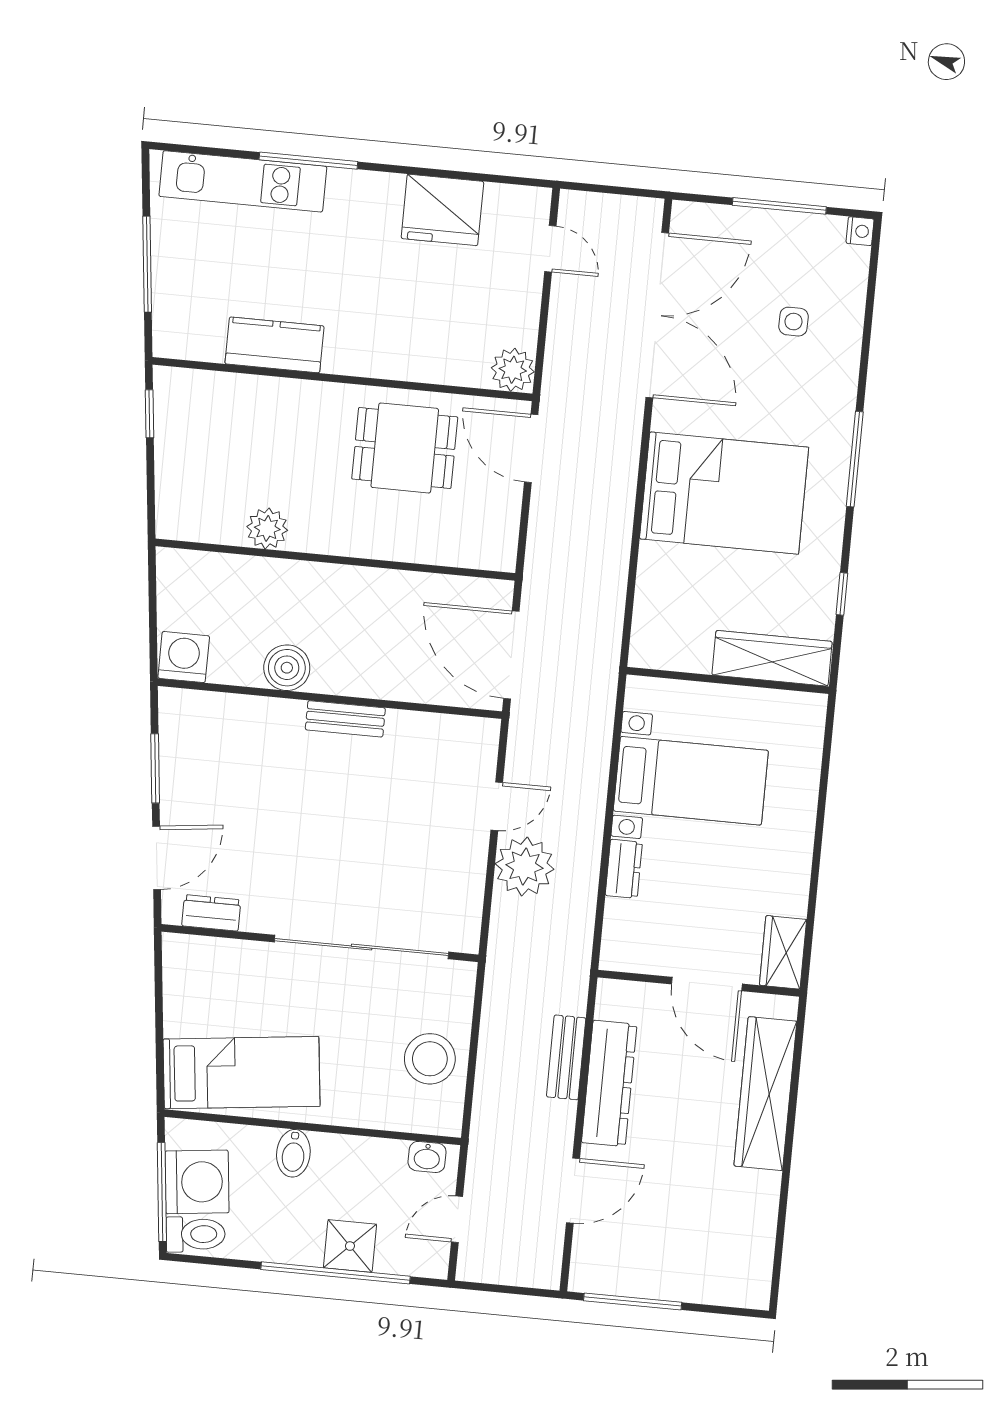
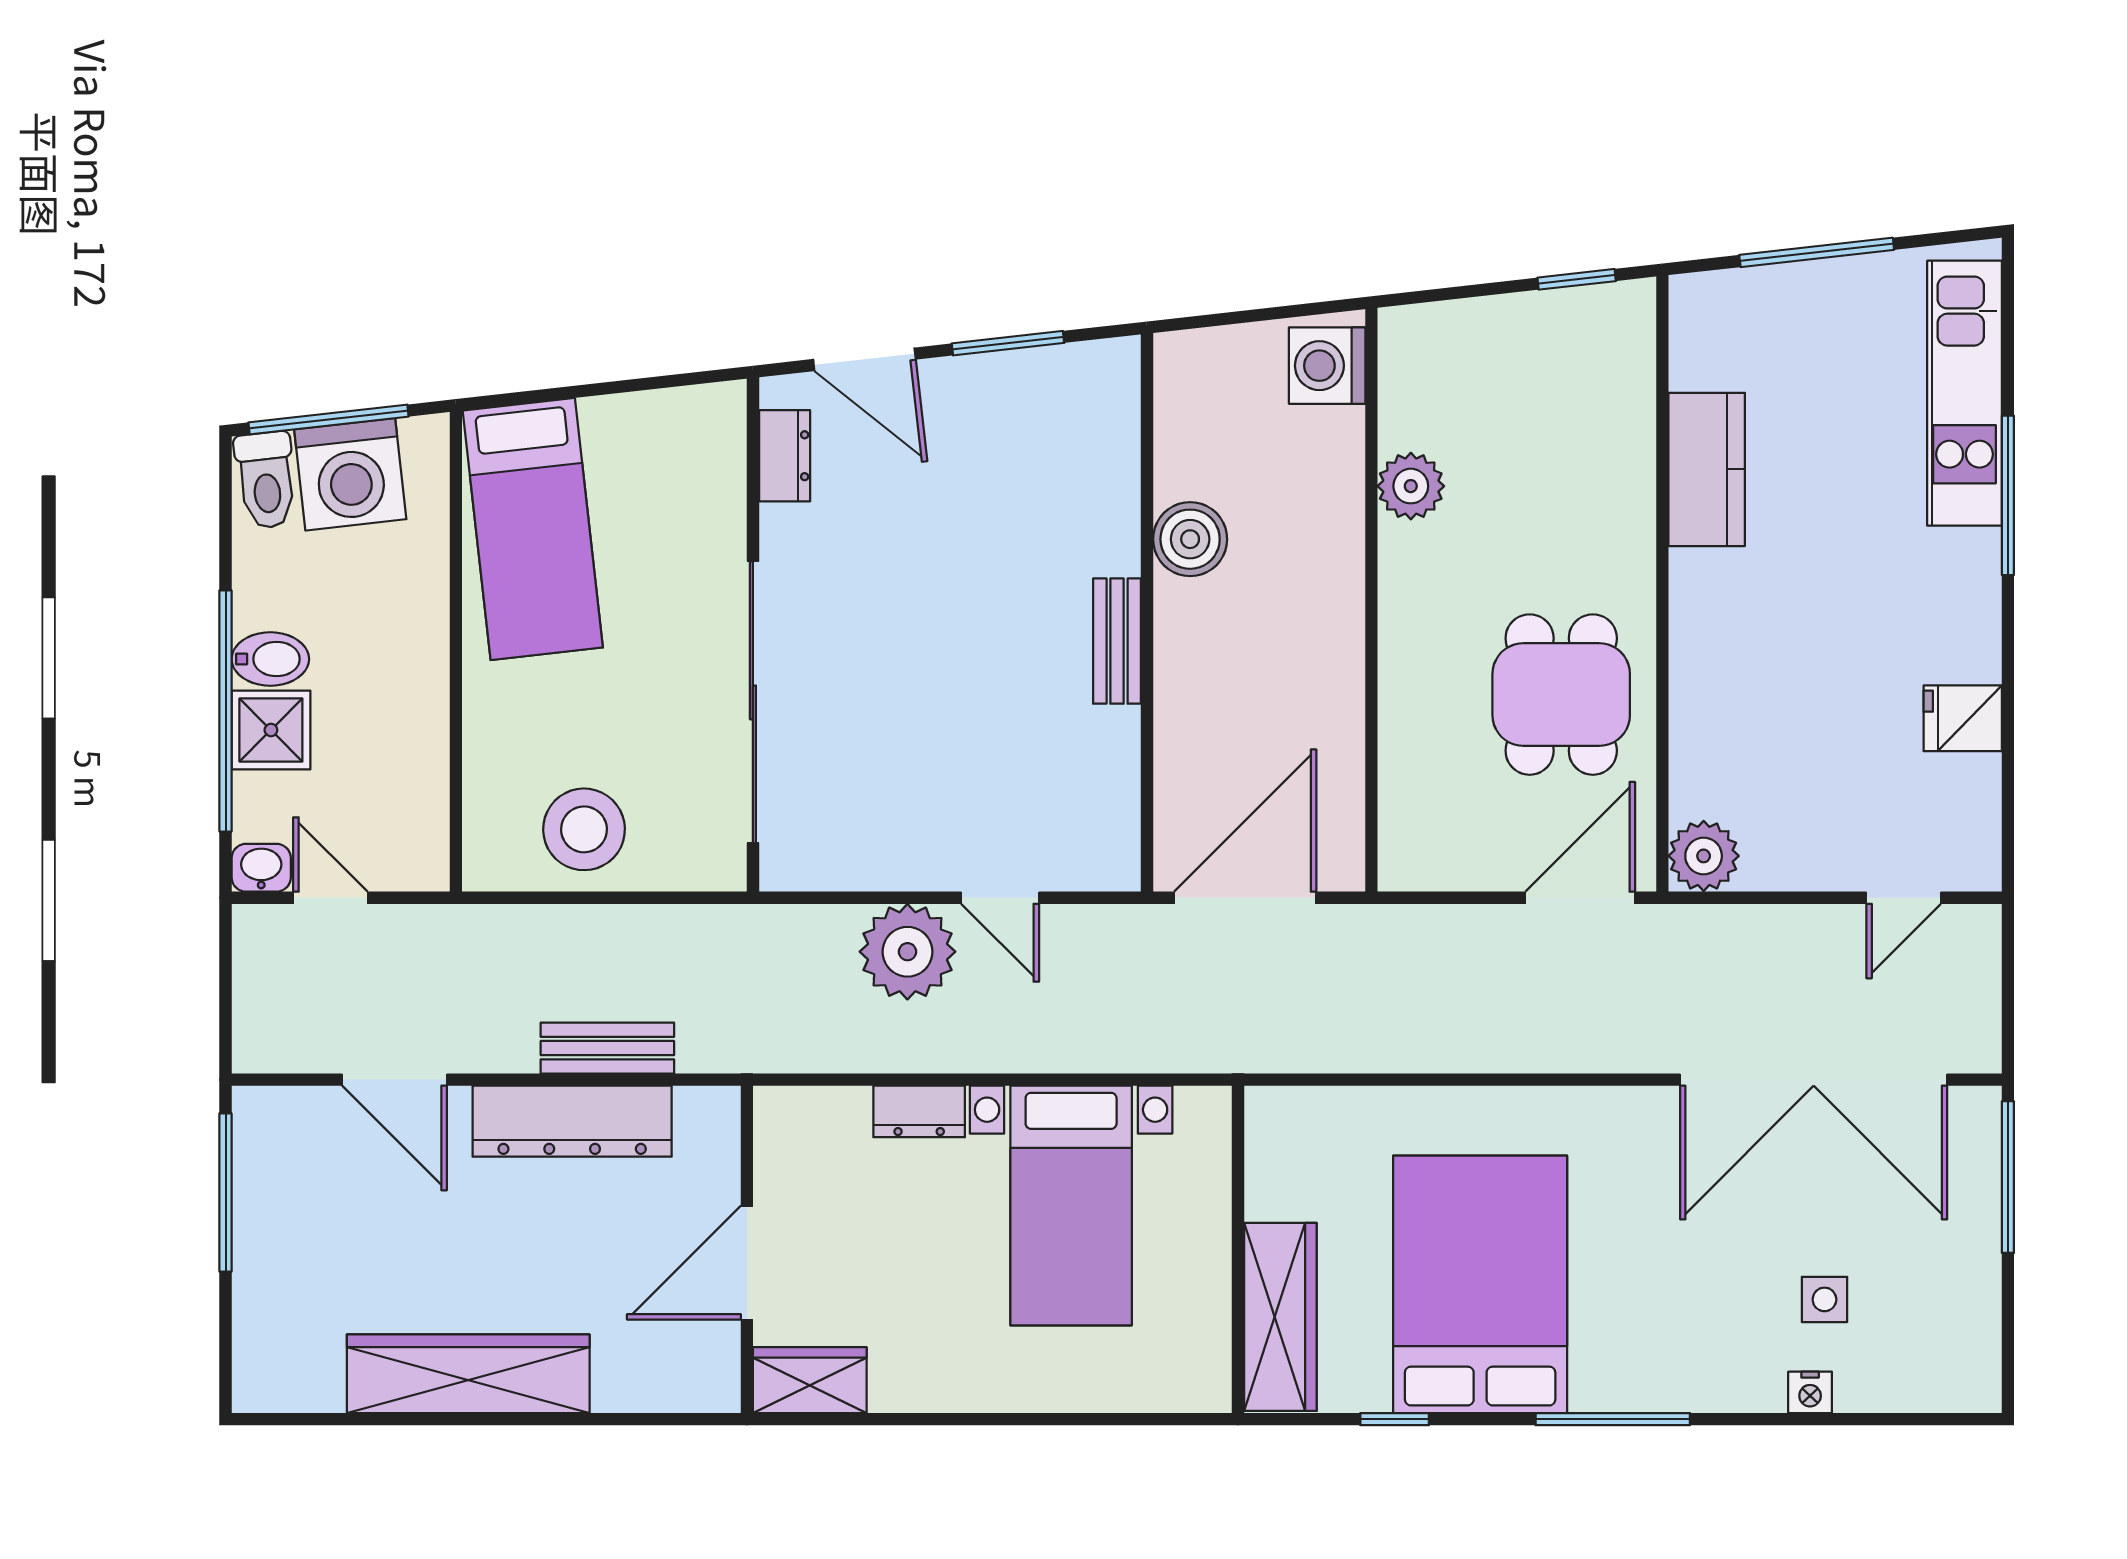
window: (779, 206) -> (2008, 1177), moved
fridge: (442, 210) -> (1963, 718), width x0.53, depth x0.75
nightstand: (860, 231) -> (1810, 1392), moved
bed: (724, 493) -> (1480, 1284), moved, turned 180
washing machine: (184, 657) -> (1327, 366), moved, turned 180
wardrobe: (765, 1094) -> (468, 1374), moved
bidet: (293, 1153) -> (270, 659), moved, turned 180
washbasin: (427, 1157) -> (261, 868), moved, turned 90

